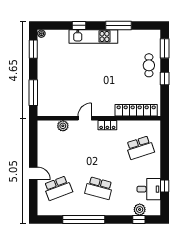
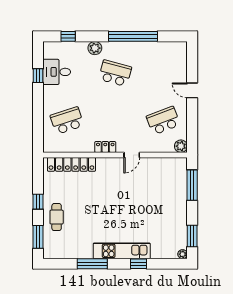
plant: (63, 126) -> (181, 146), moved
school desk: (58, 188) -> (163, 121), moved
plant: (140, 210) -> (95, 48), moved

